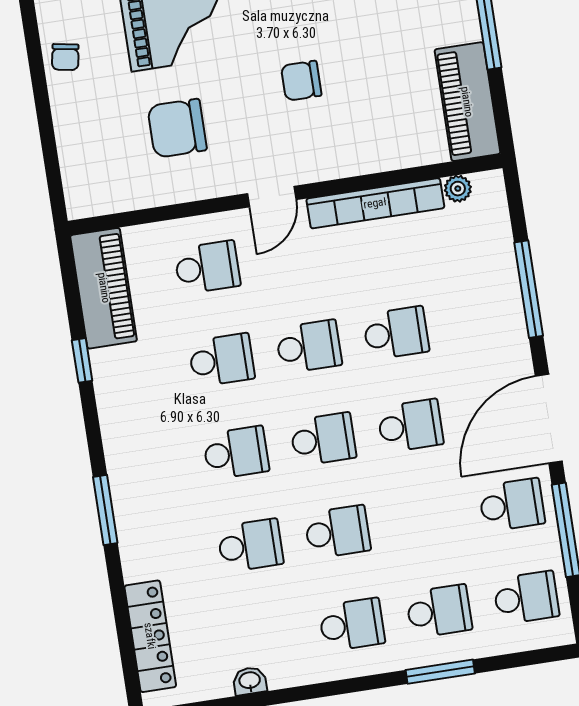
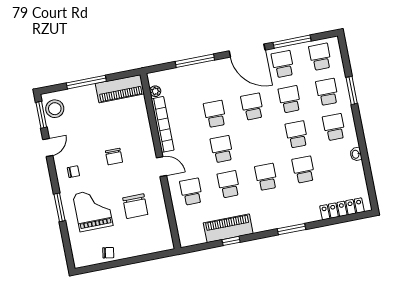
piano: (104, 288) -> (228, 228), moved
school desk: (323, 439) -> (290, 99), moved
washbasin: (250, 681) -> (356, 154), moved

